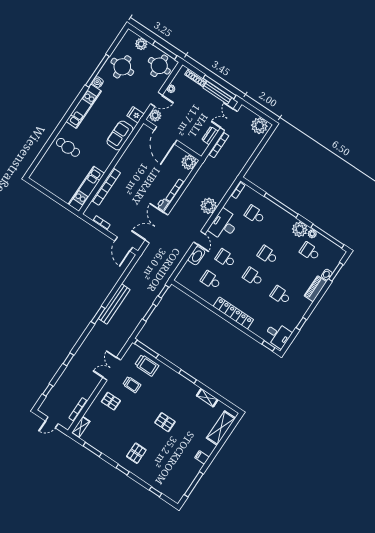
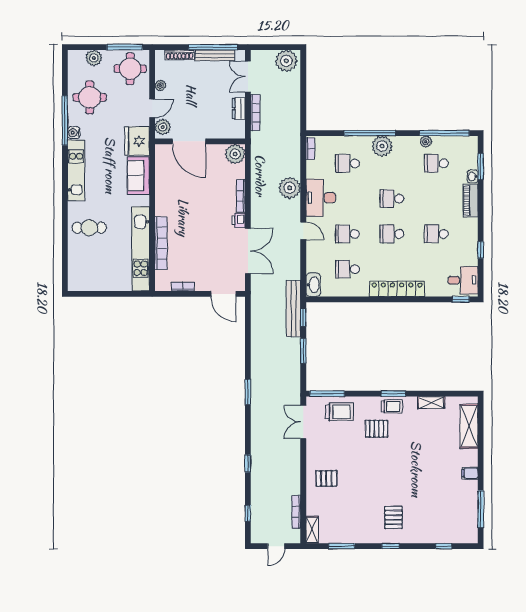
fridge: (136, 115) -> (137, 141), width x1.88, depth x1.34
kitchen unit: (86, 189) -> (141, 249), width x1.36
double door: (157, 228) -> (248, 251), swing flipped
plant: (300, 229) -> (382, 146), moved
washbasin: (196, 256) -> (313, 285), moved
bench: (114, 304) -> (293, 309), moved
double door: (112, 369) -> (303, 422), moved
trolley: (132, 385) -> (392, 406), moved
pallet: (165, 422) -> (377, 429), moved

